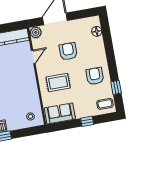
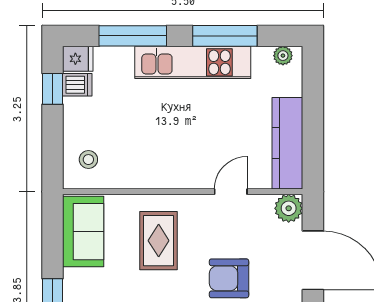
armchair: (68, 51) -> (229, 278), turned 180
door: (33, 57) -> (231, 192), swing flipped

